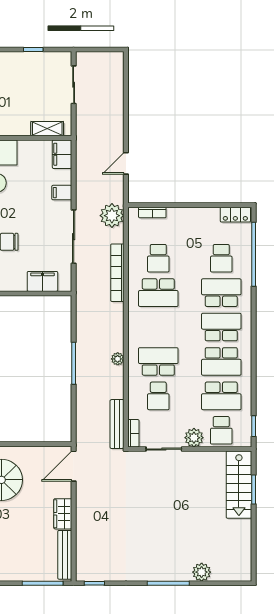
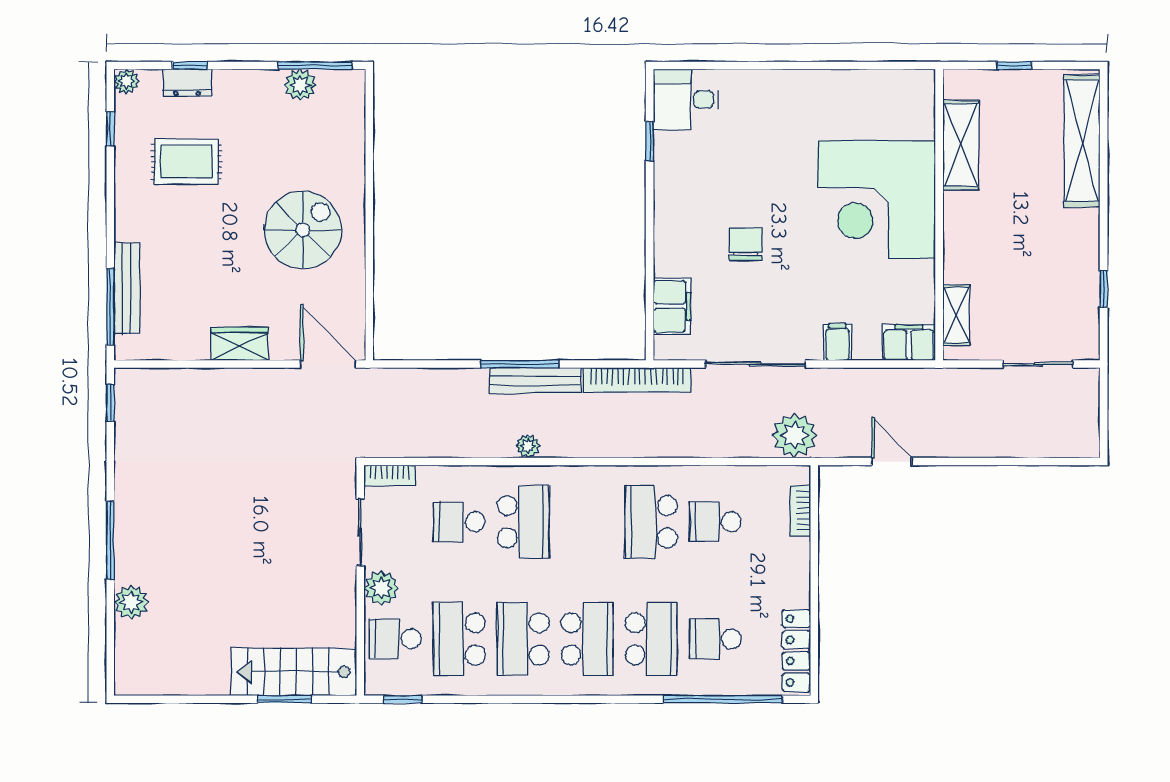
locker: (235, 215) -> (796, 650), width x1.53
bookcase: (117, 273) -> (637, 380), moved, turned 180
bench: (117, 424) -> (535, 380), moved
bench: (65, 555) -> (127, 288), moved, turned 90

